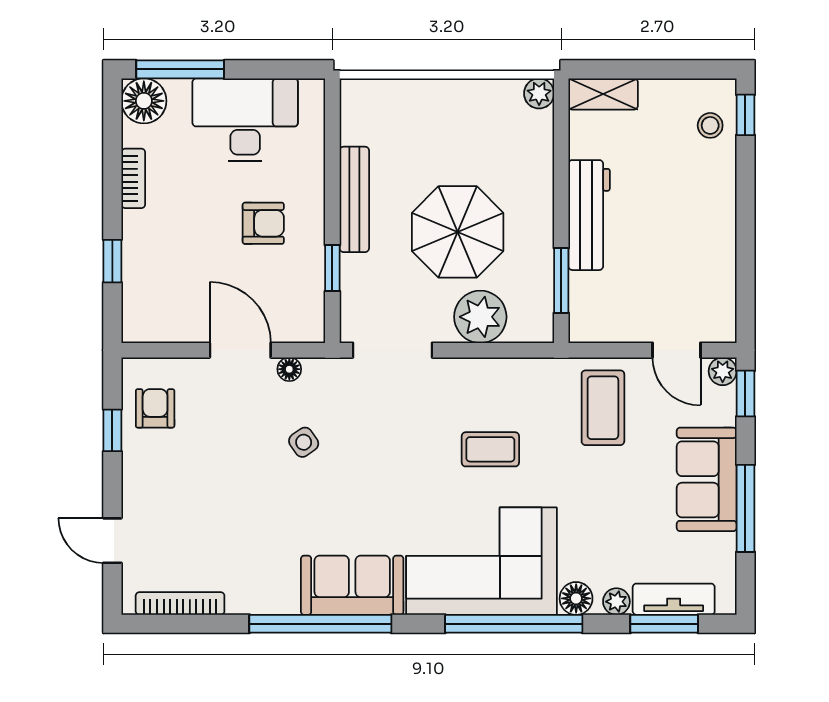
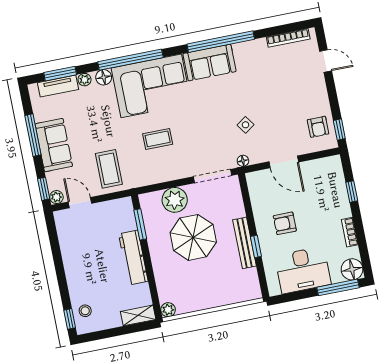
window: (332, 268) -> (256, 246), moved
floor lamp: (289, 369) -> (243, 161), moved
window: (112, 430) -> (339, 129), moved

